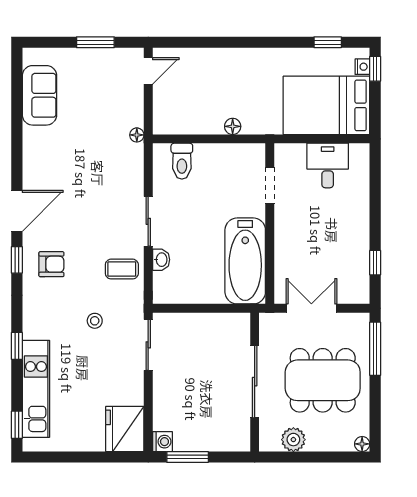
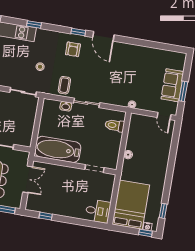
sofa: (39, 95) -> (172, 85), moved, turned 90
desk: (328, 166) -> (98, 211), moved

